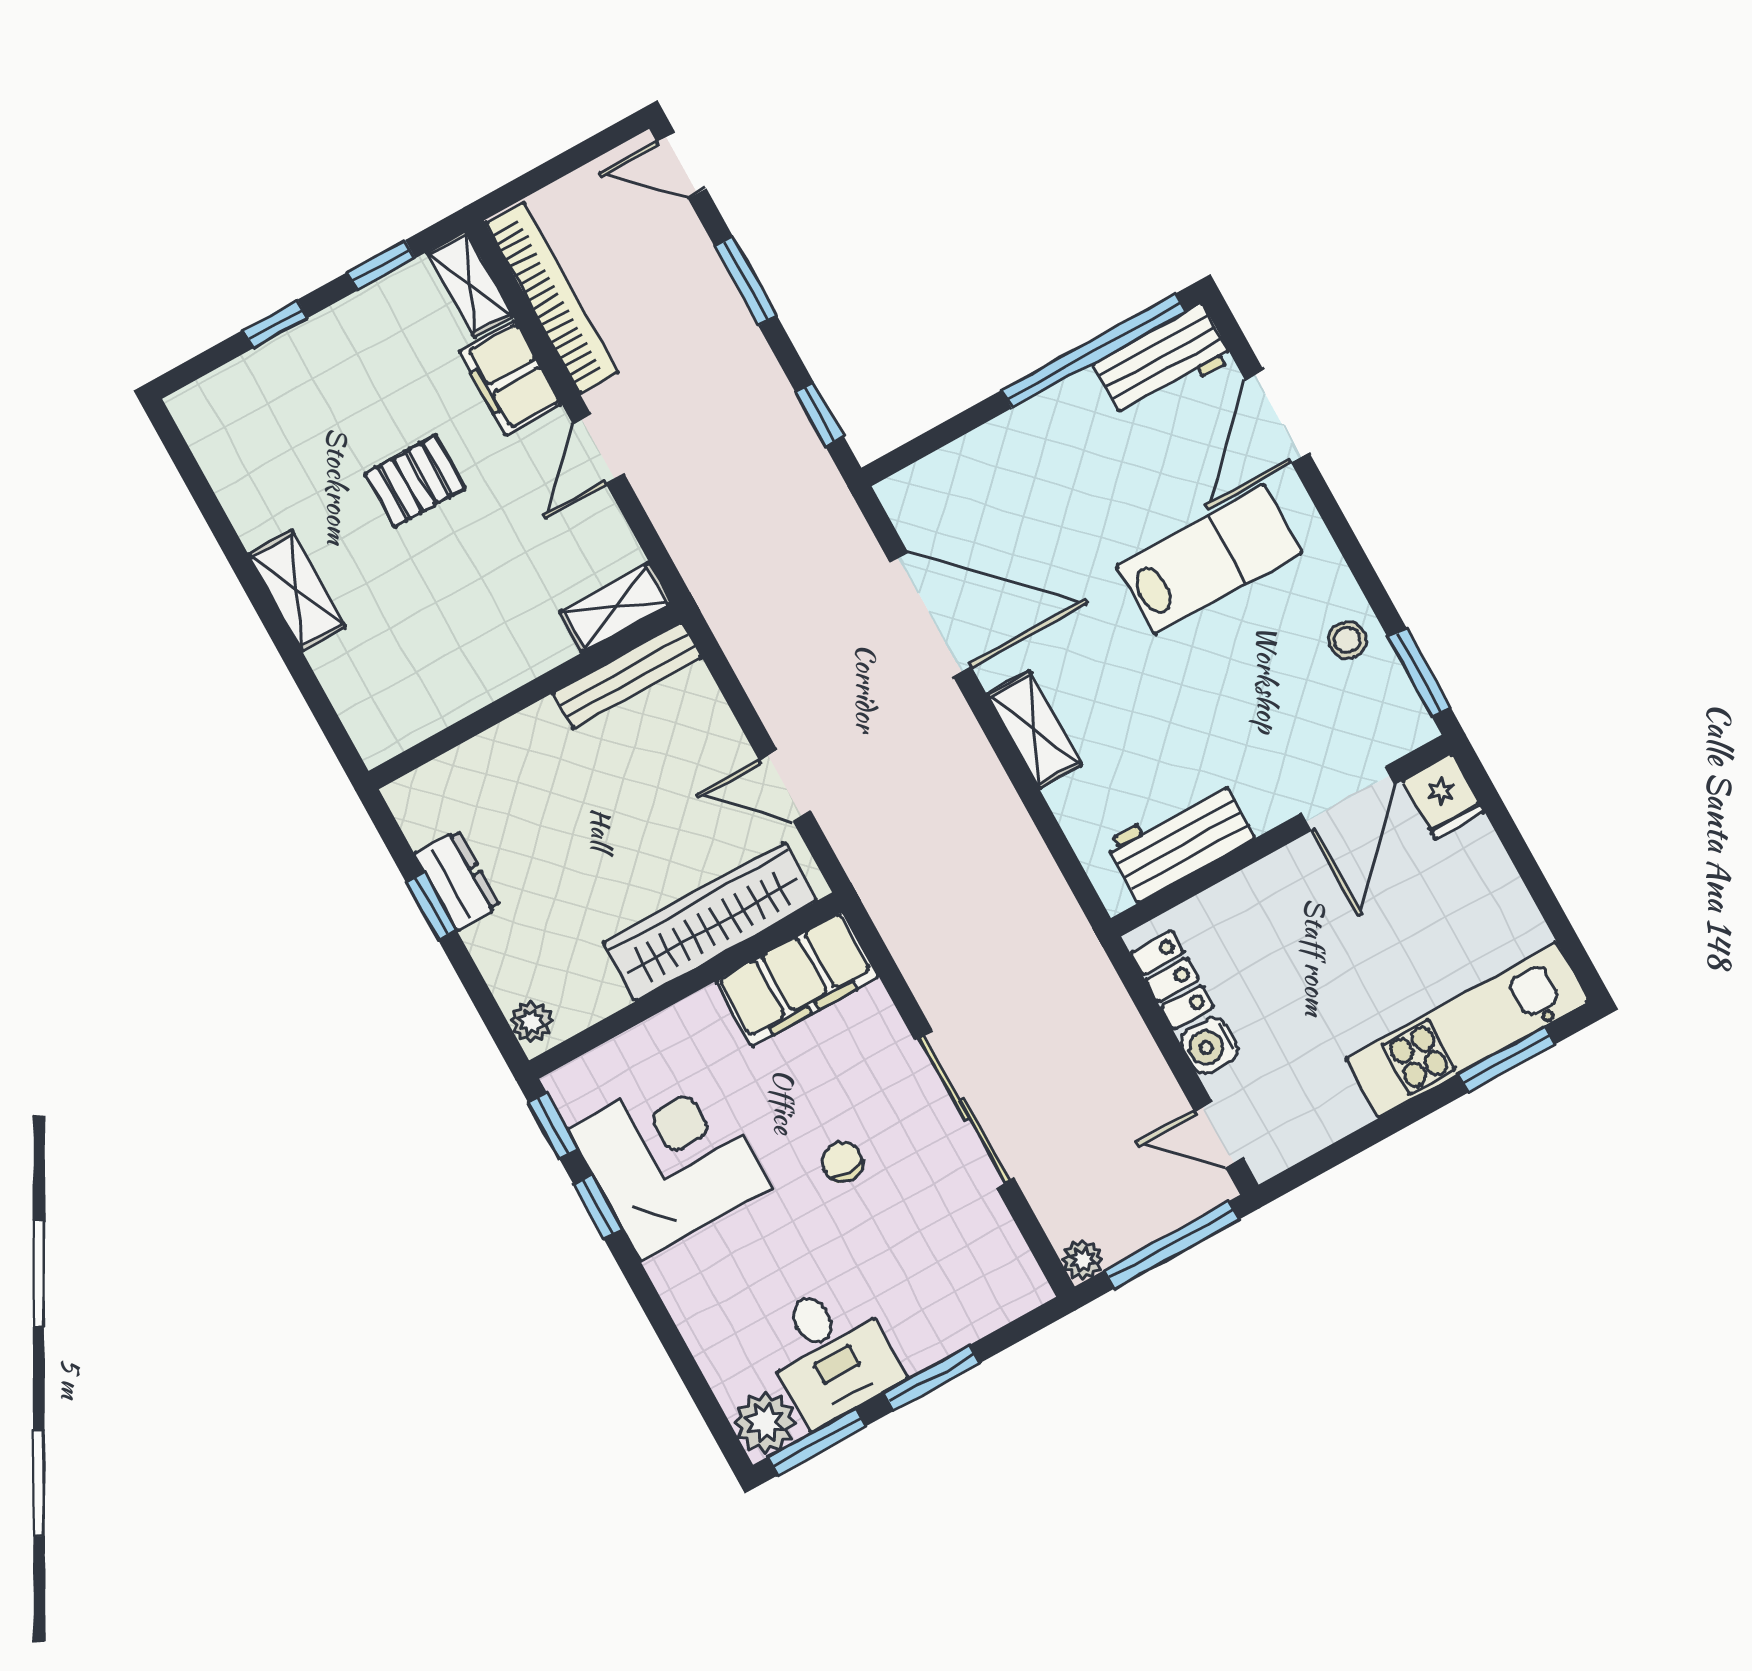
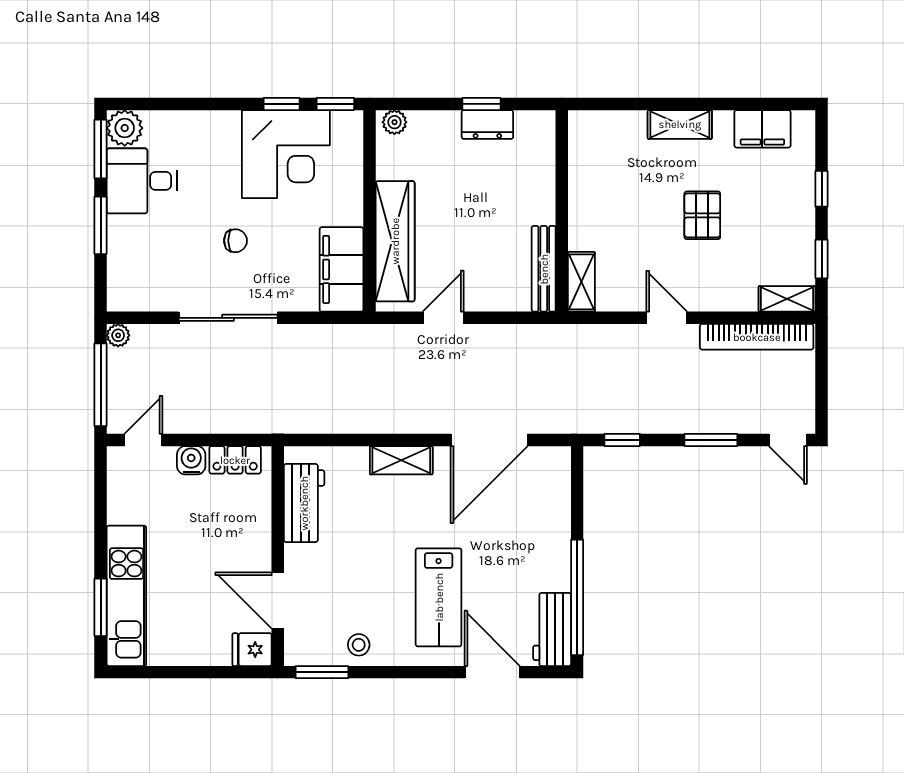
door: (681, 165) -> (788, 440), swing flipped
filing cabinet: (510, 378) -> (762, 129), moved, turned 180

